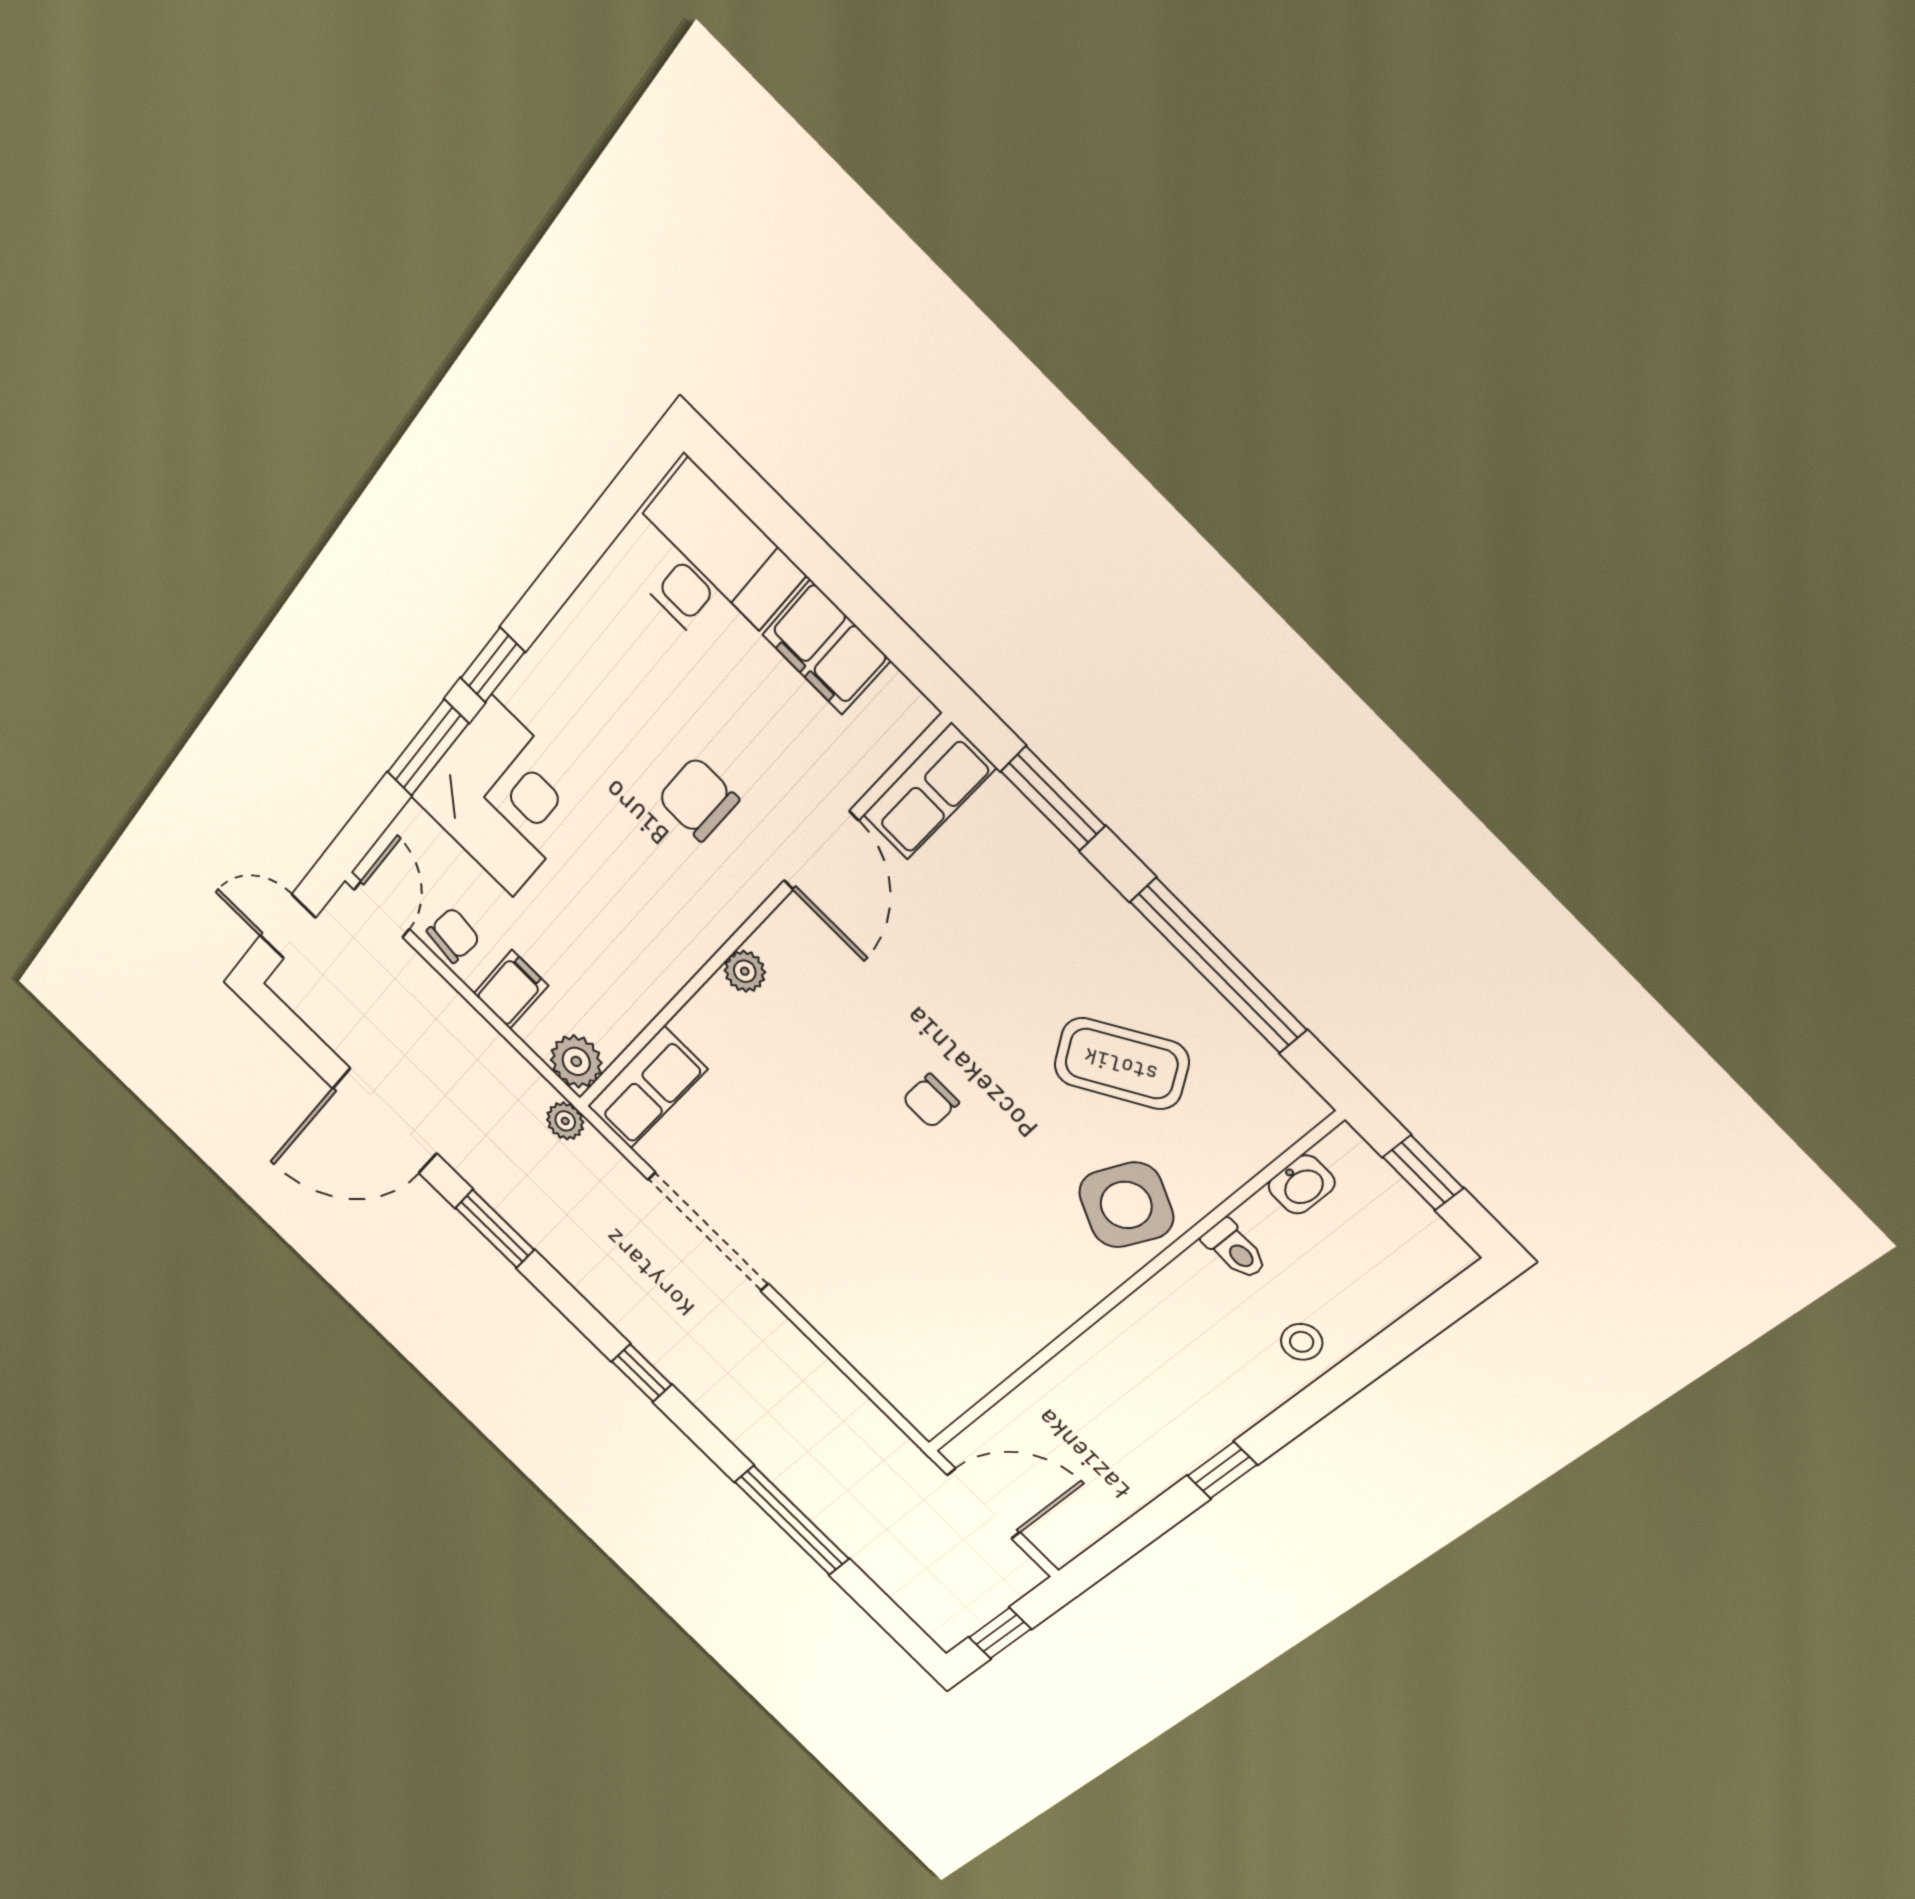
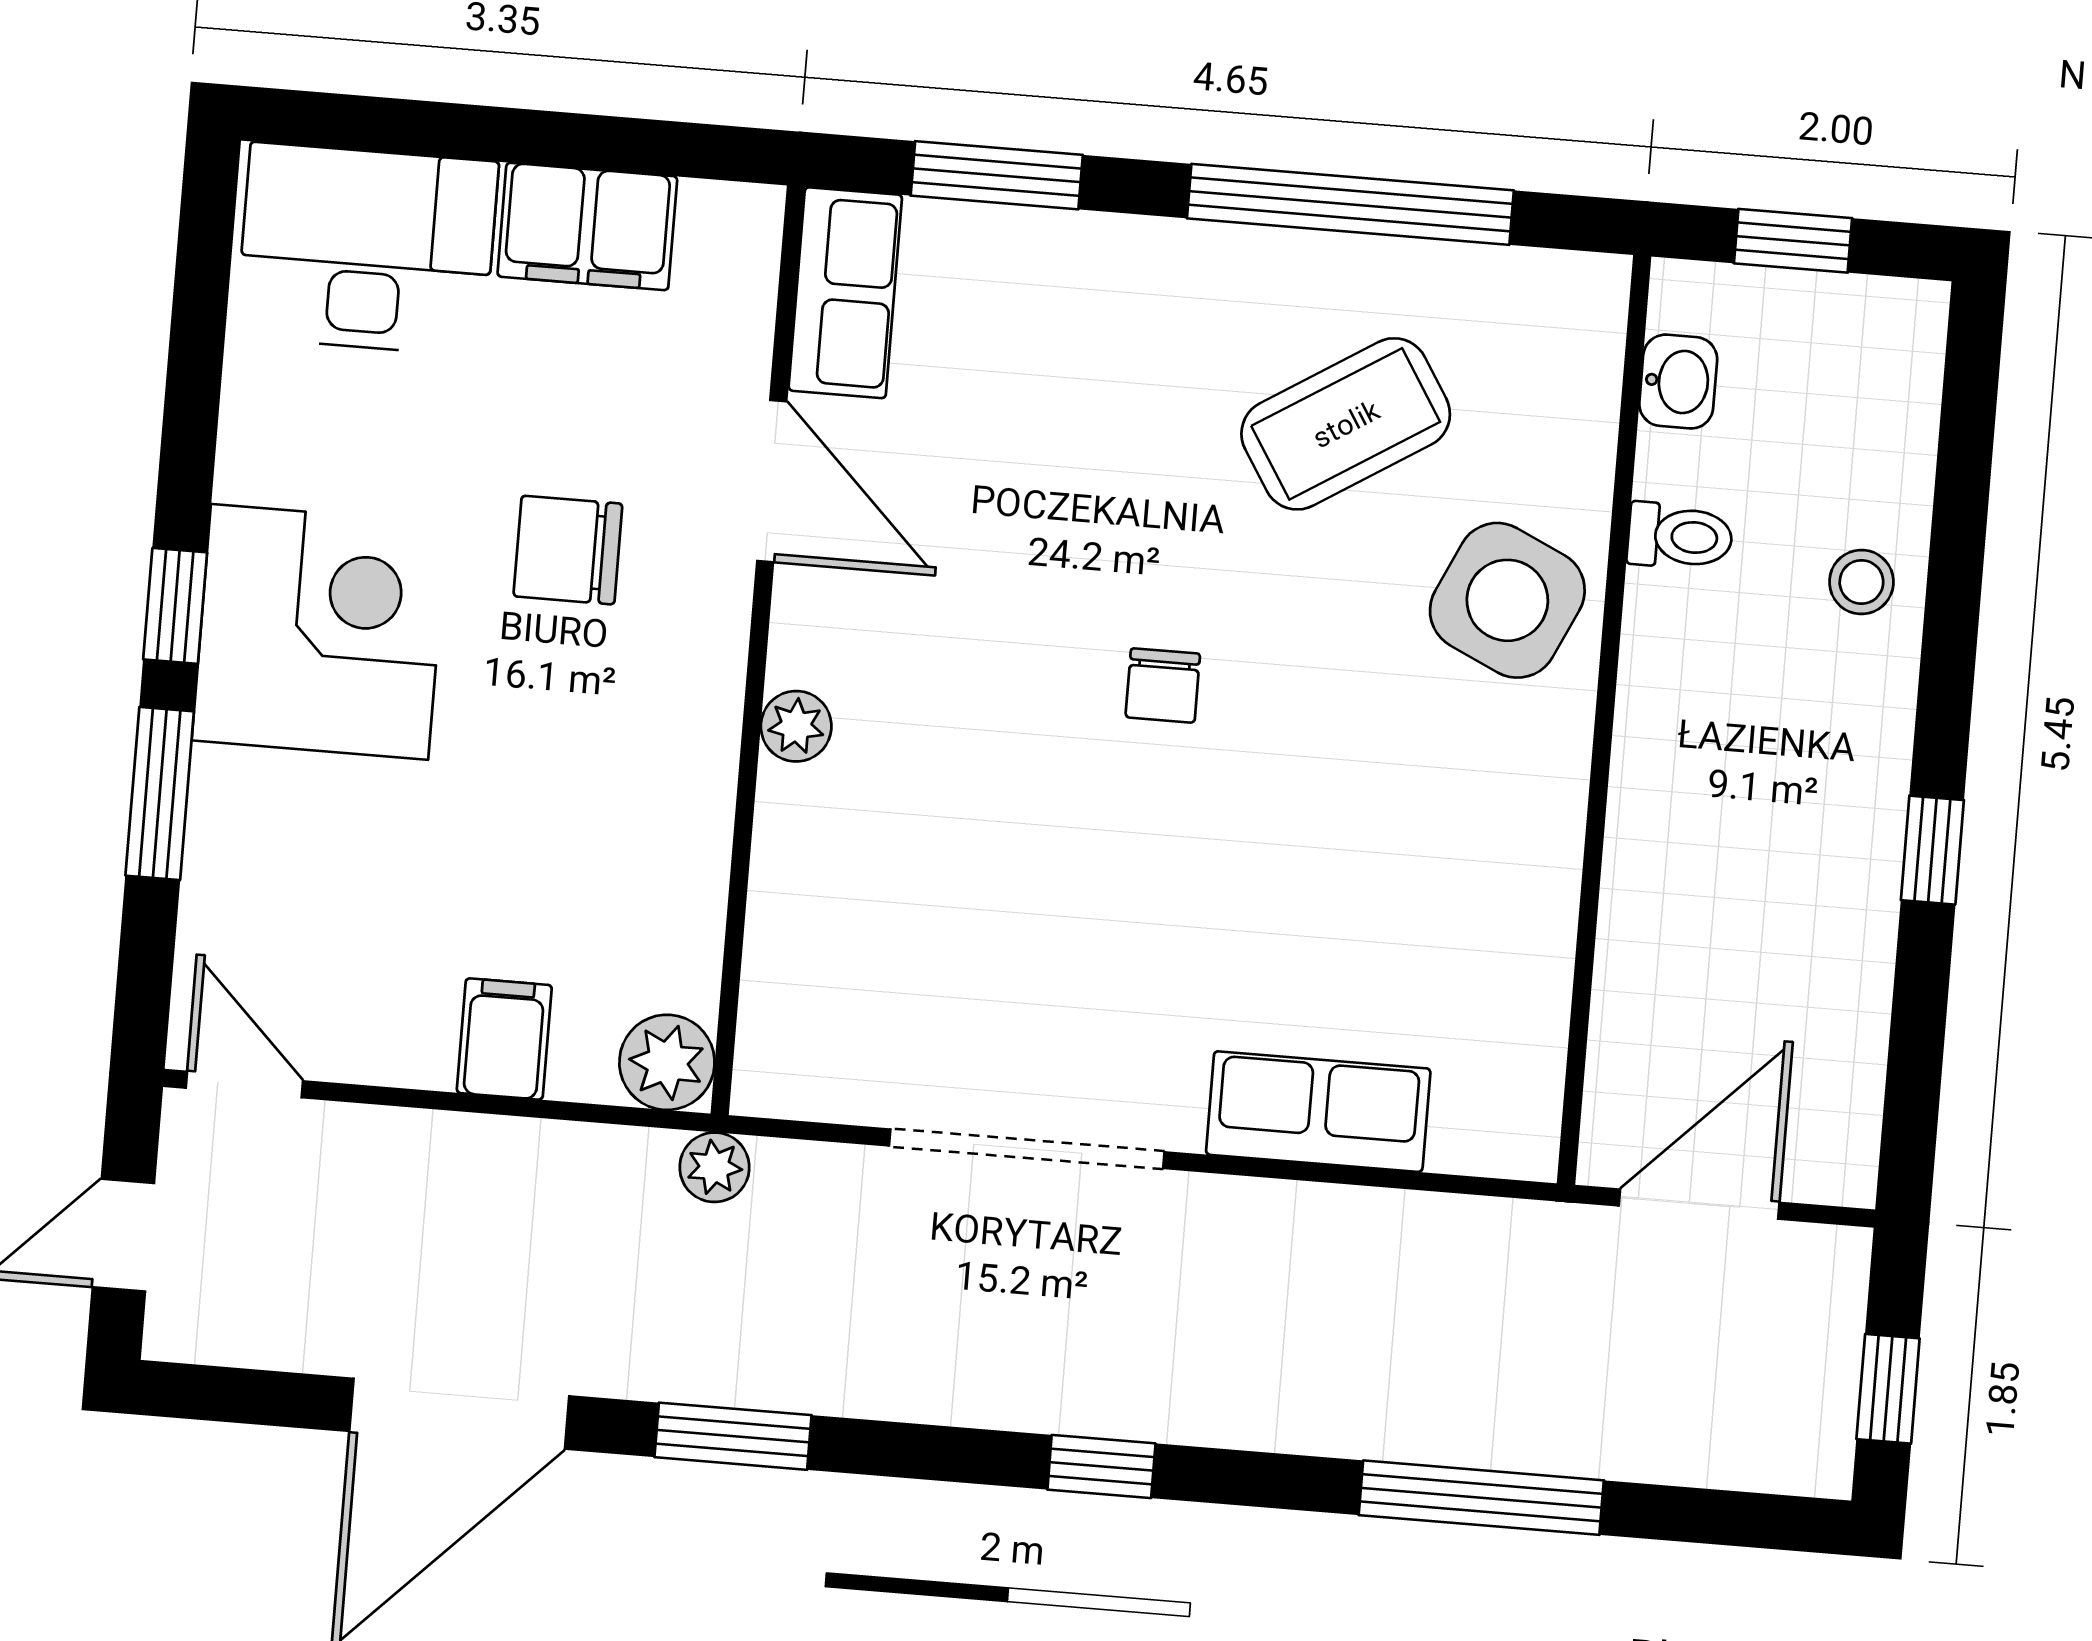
corner desk: (503, 797) -> (320, 632), moved
chair: (453, 935) -> (371, 1032), removed
row of seats: (647, 1088) -> (1318, 1112), moved, turned -90

